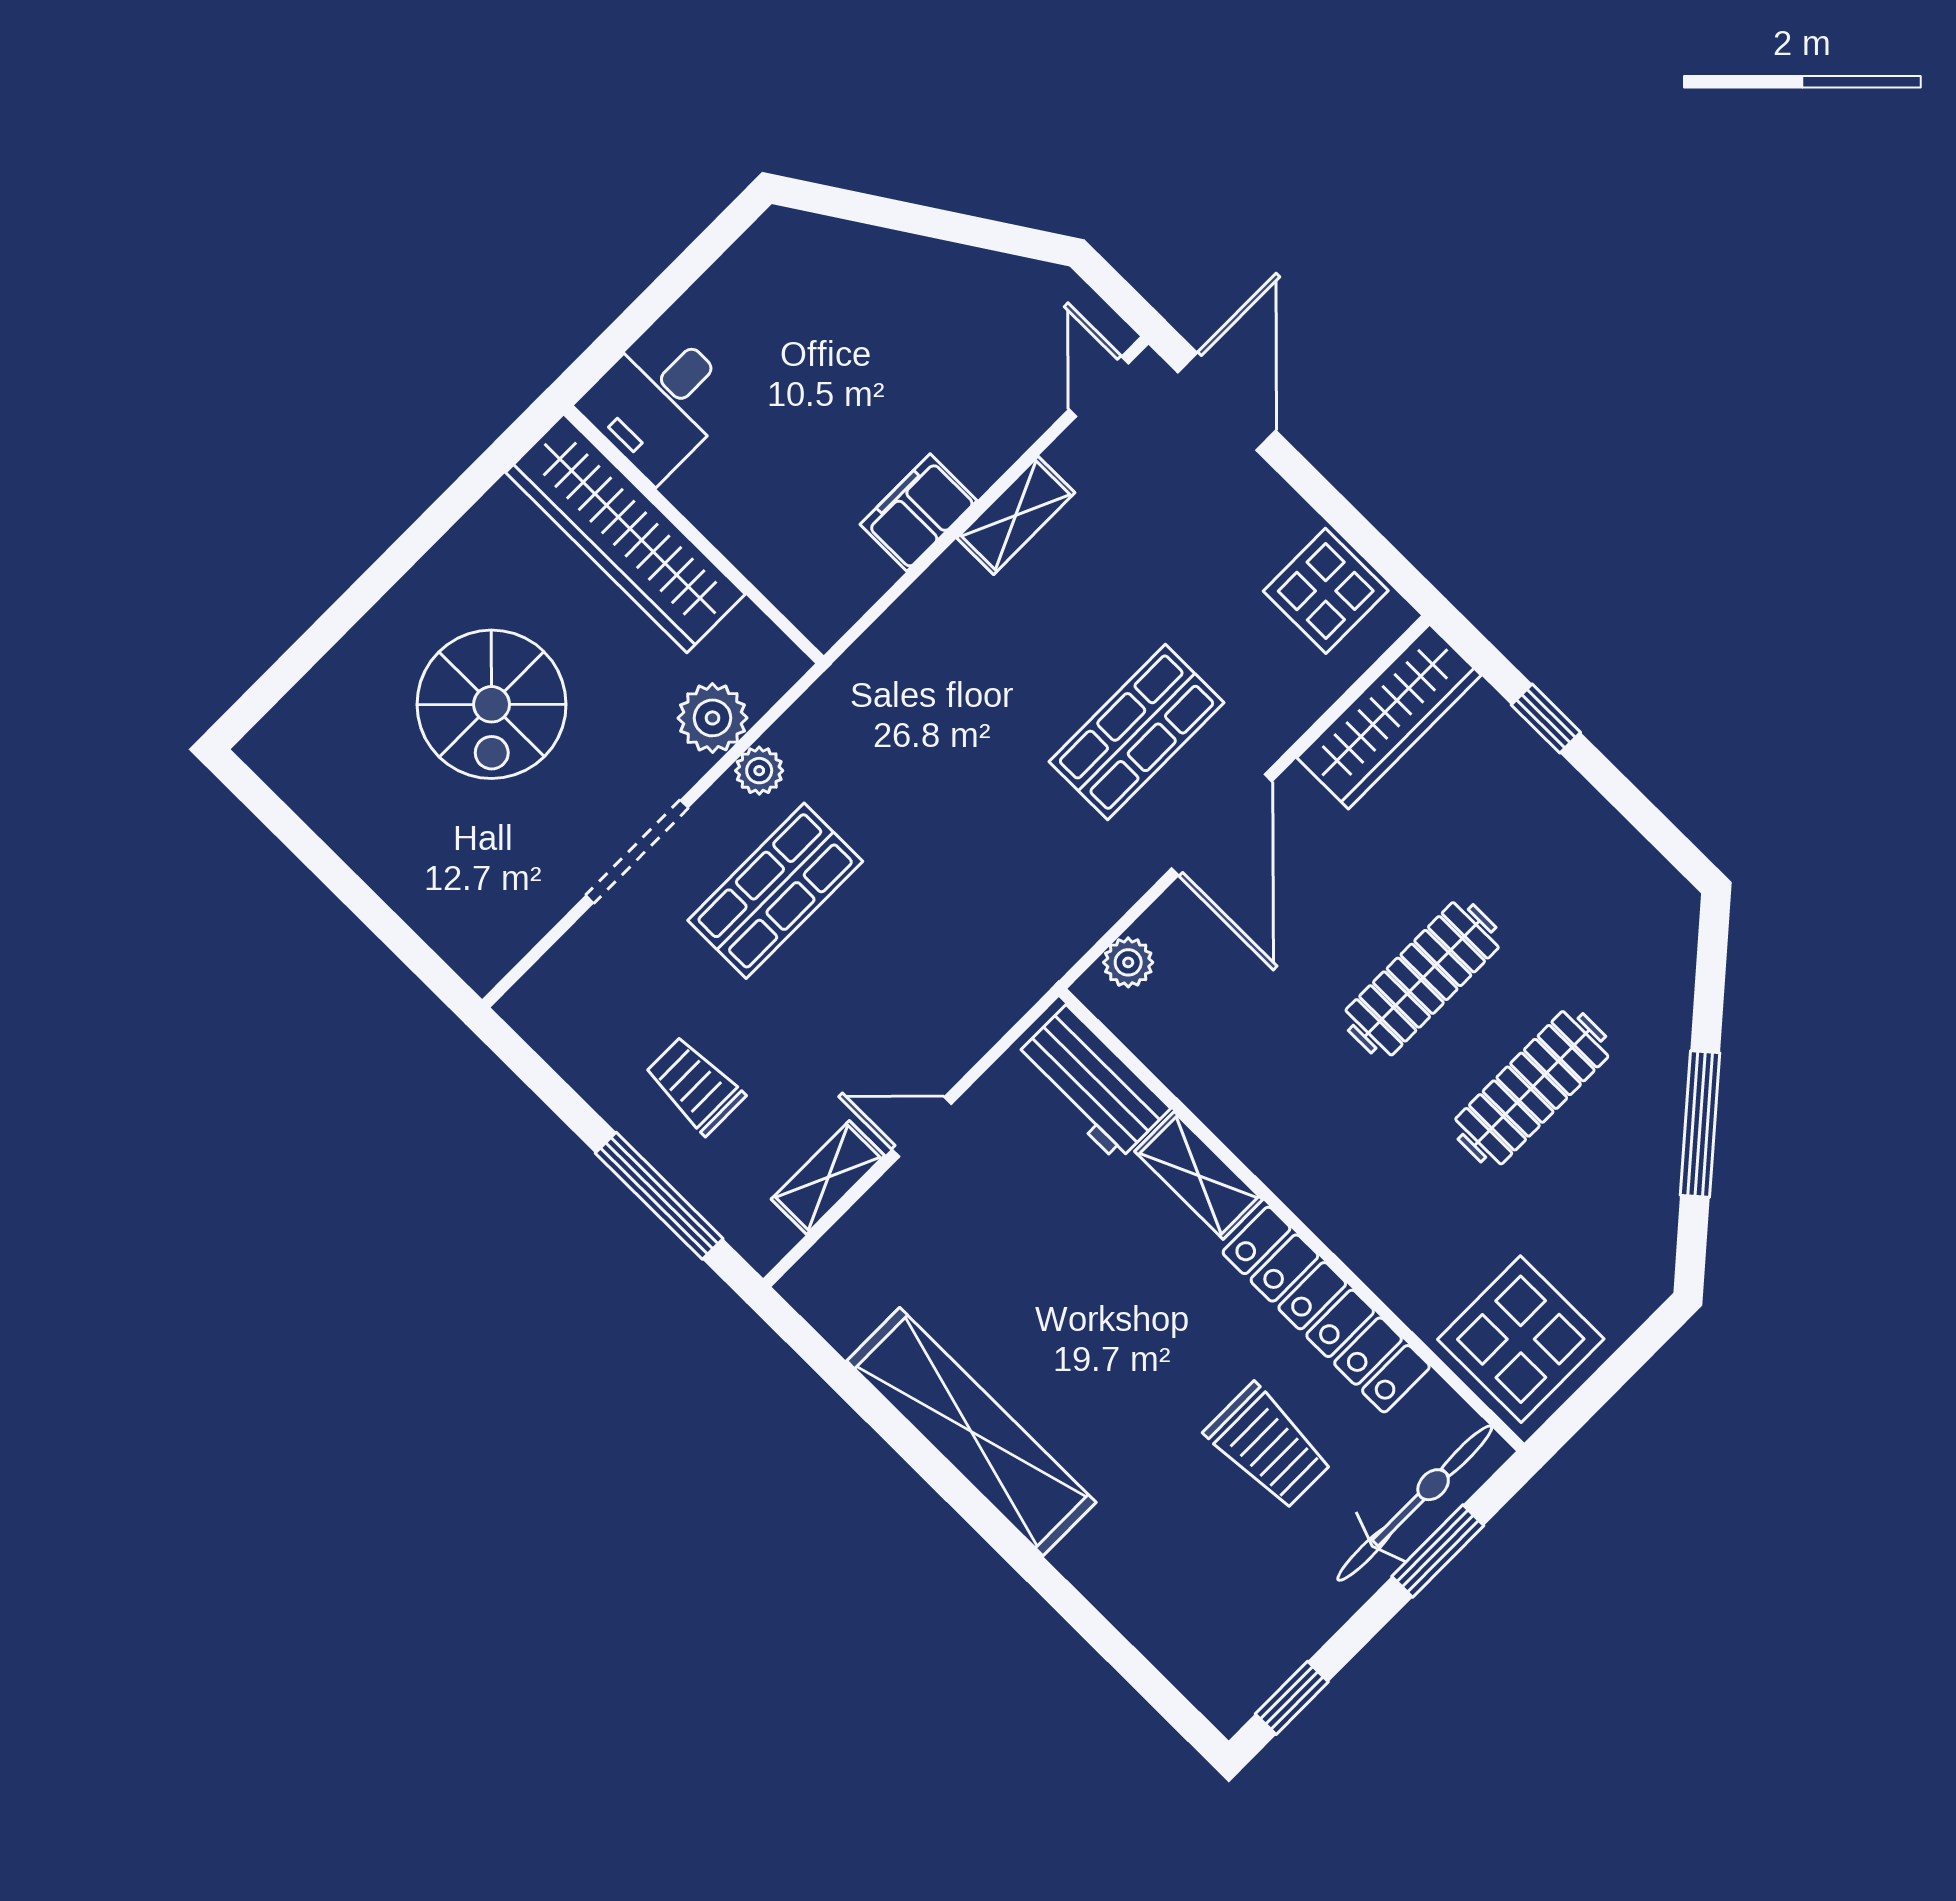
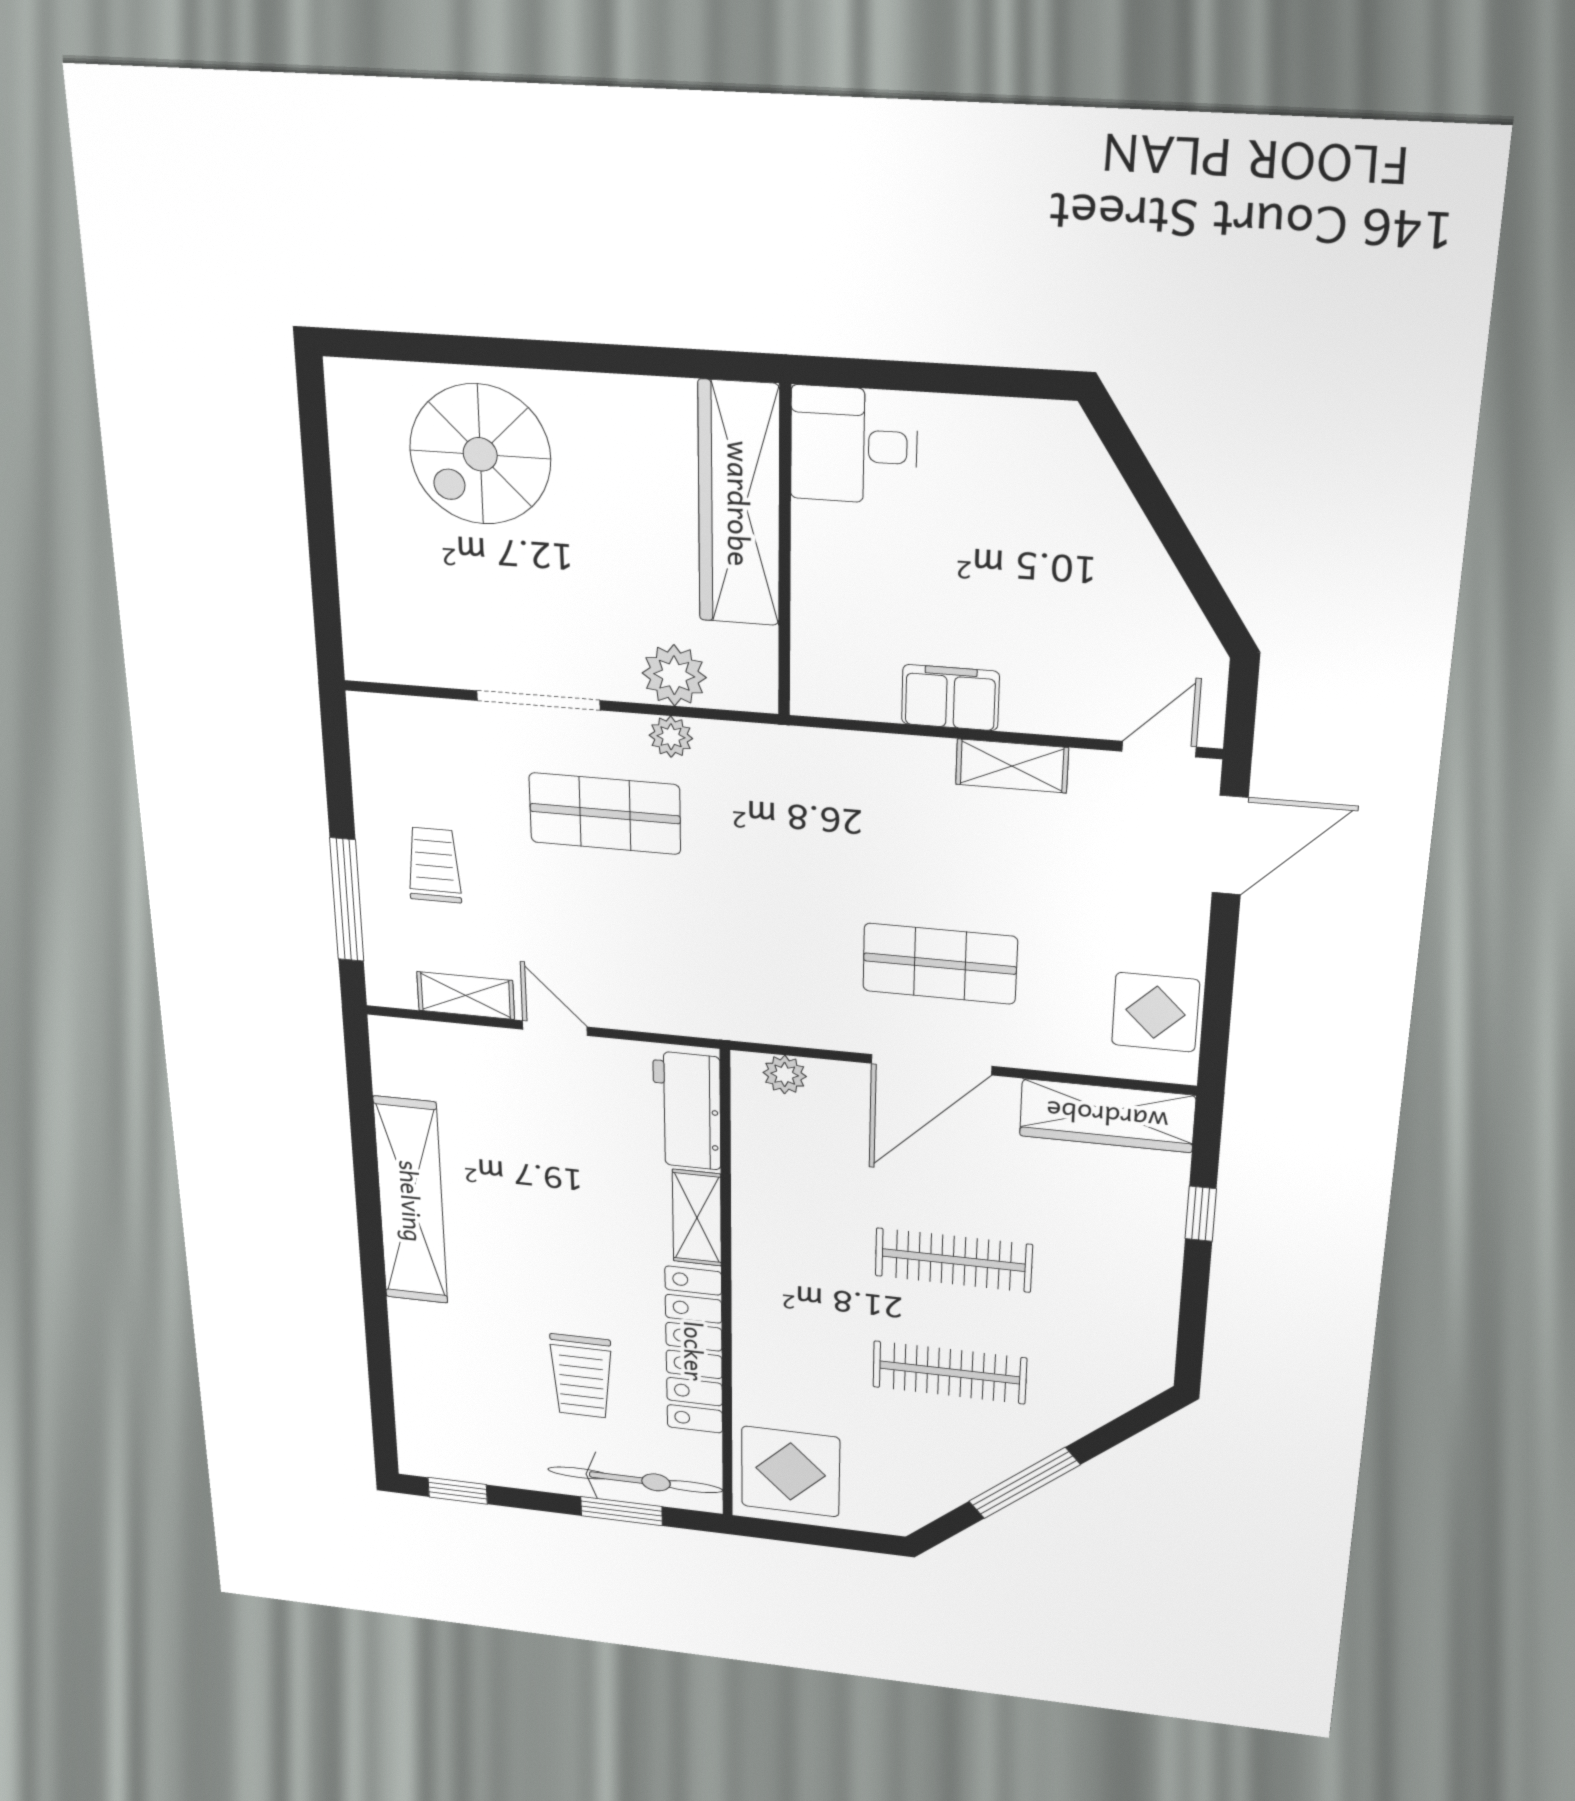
spiral stairs: (492, 704) -> (480, 454), moved

